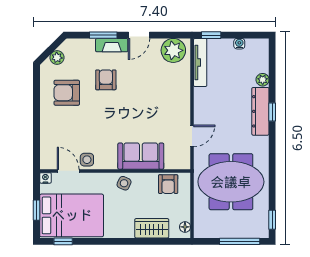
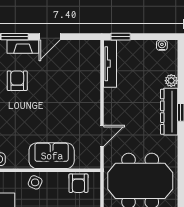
water cooler: (239, 44) -> (162, 45), moved
plant: (173, 50) -> (84, 52), removed

